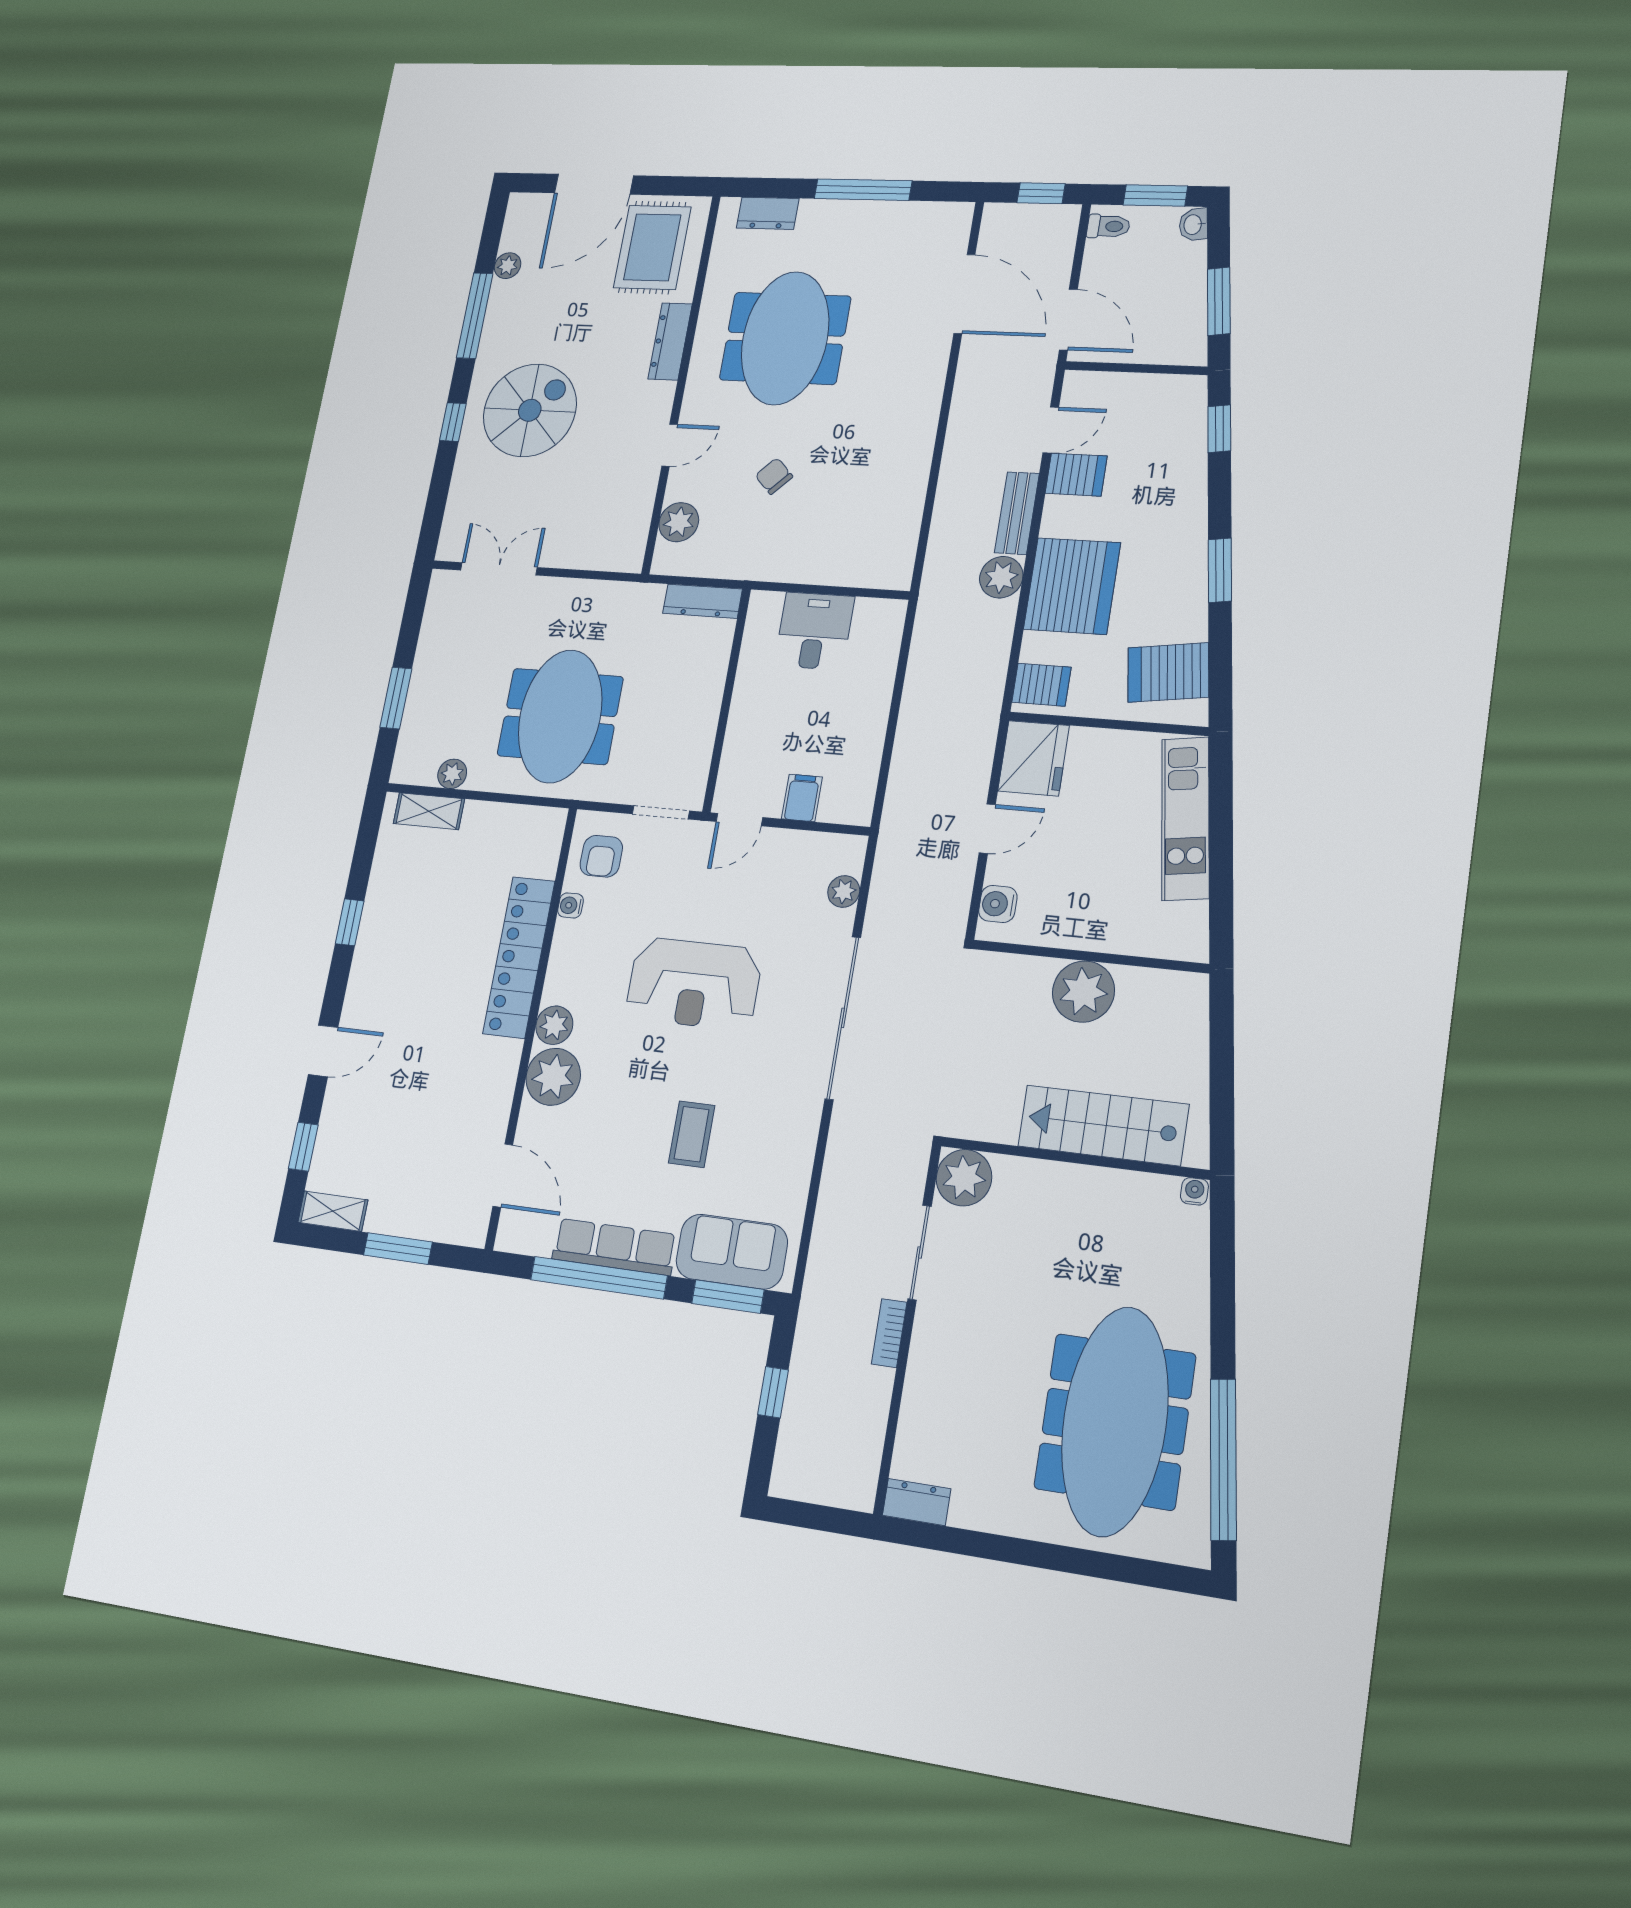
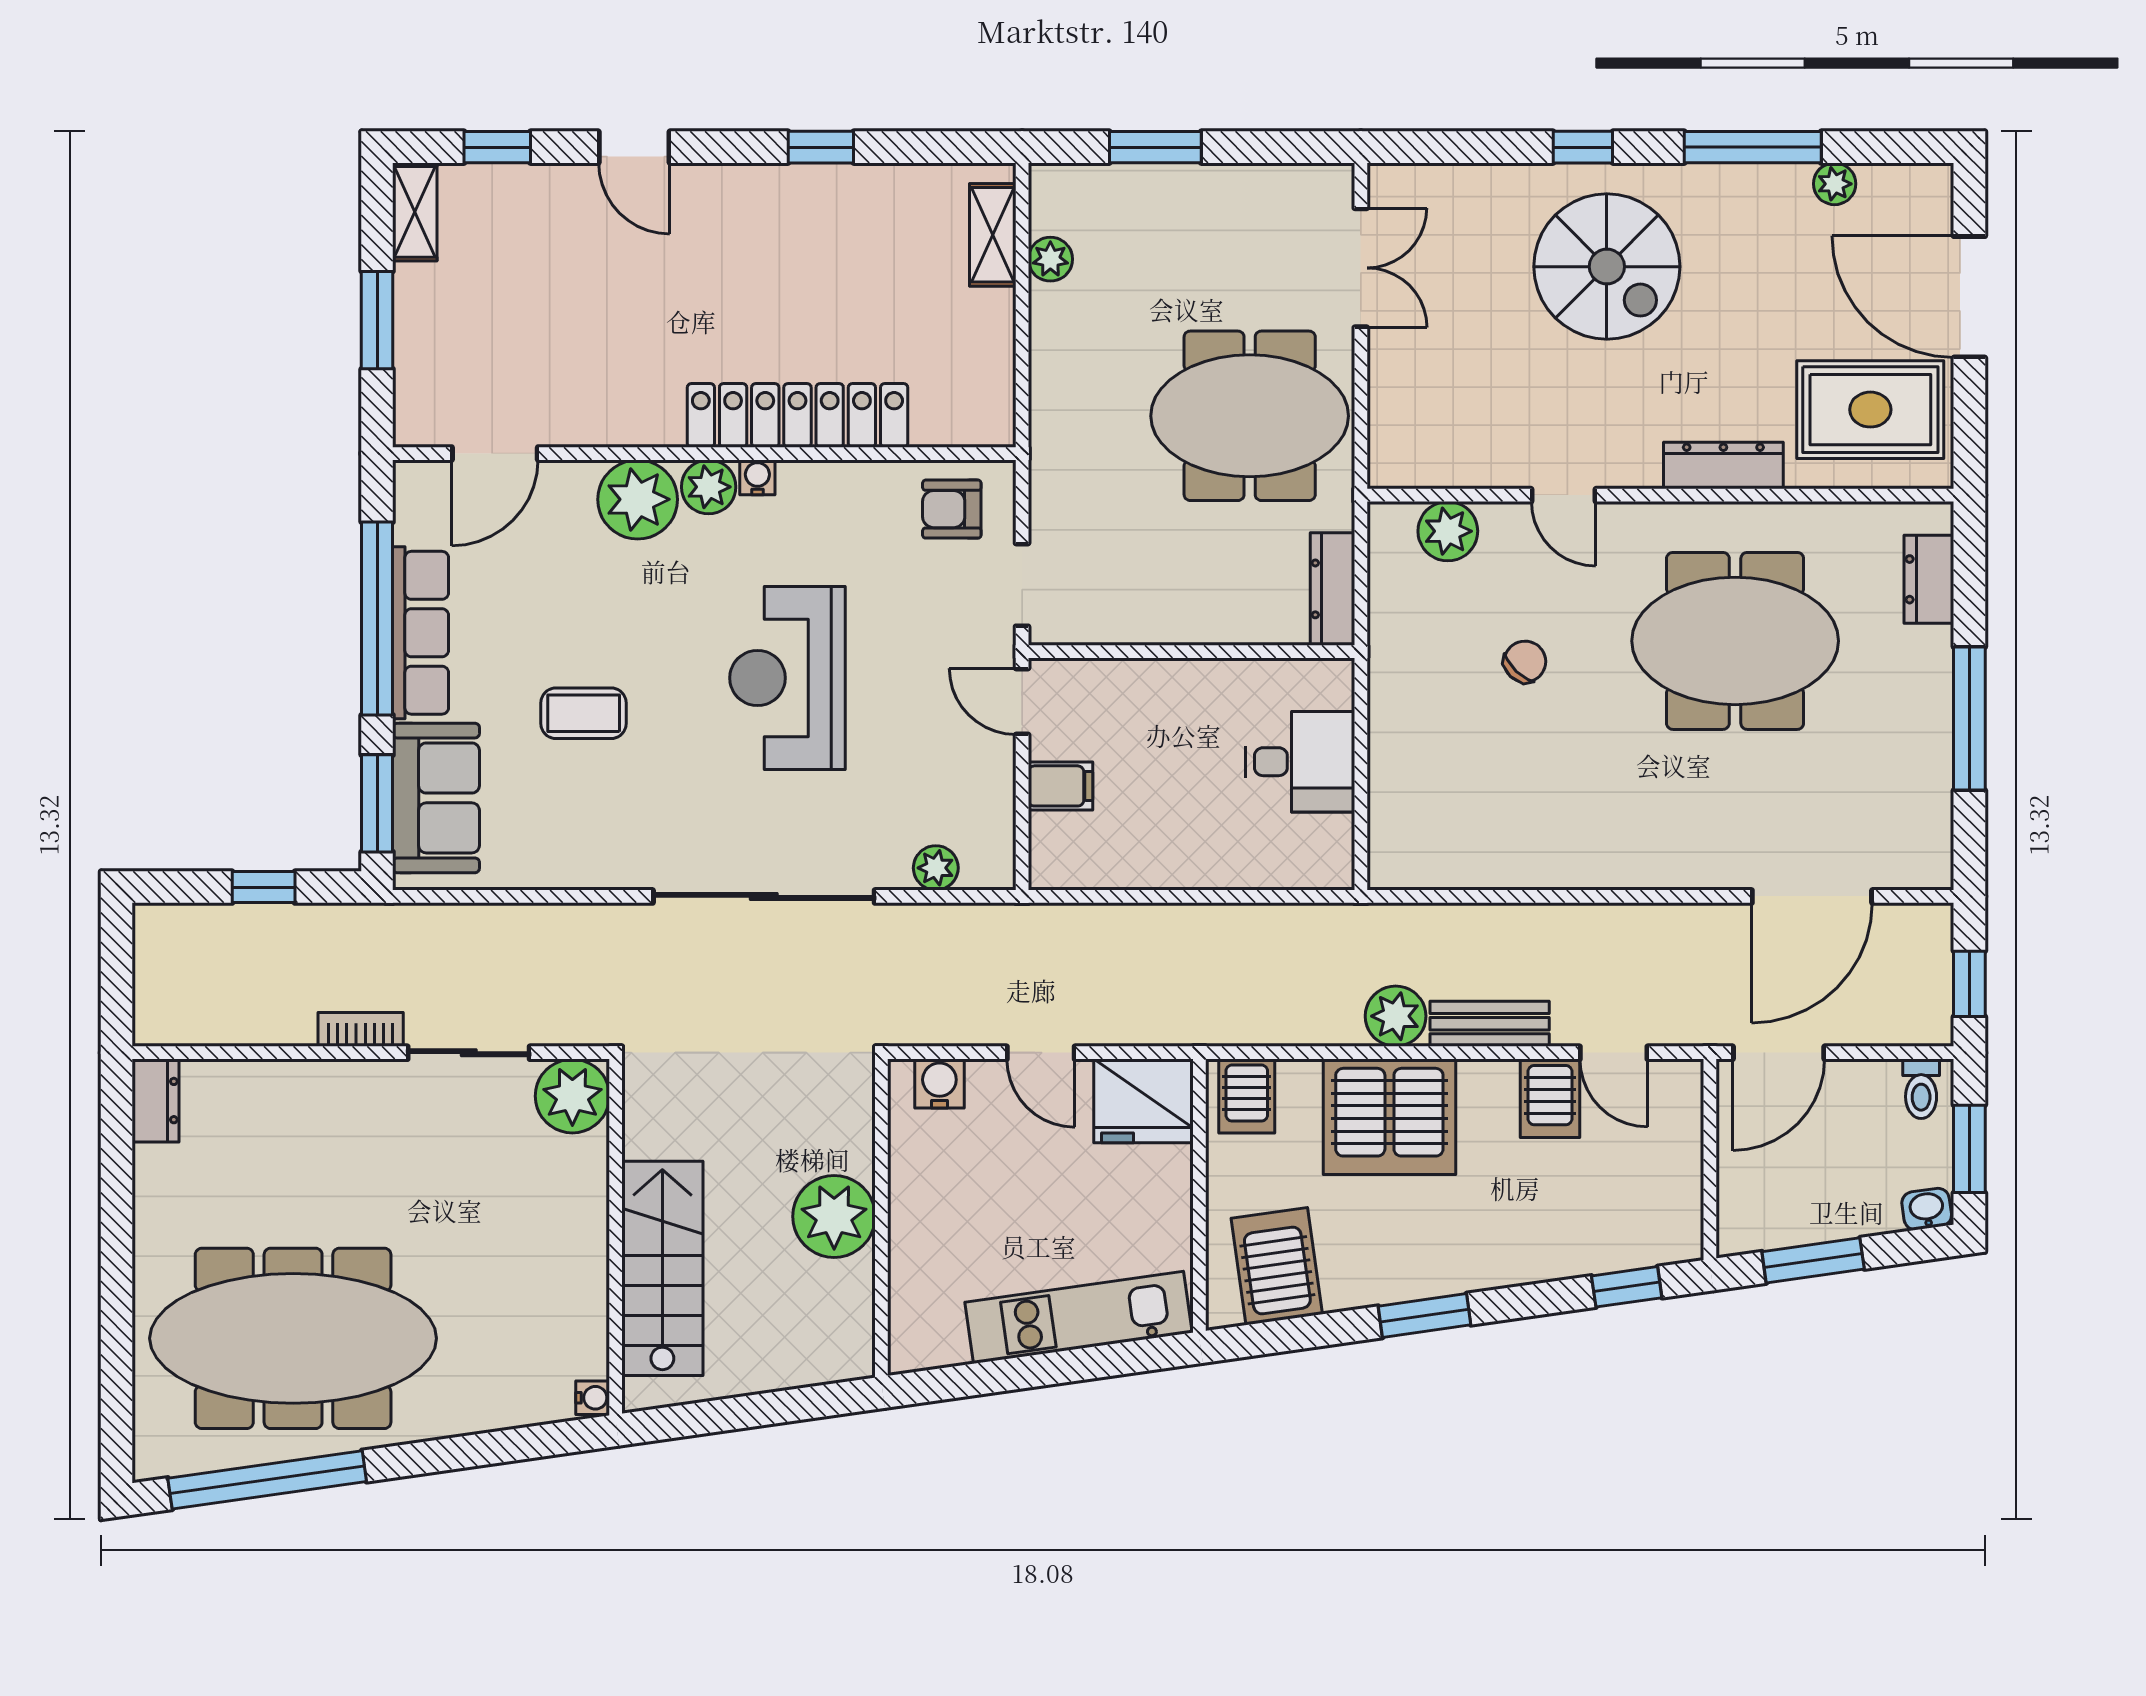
meeting table: (560, 716) -> (1250, 416), moved
water cooler: (571, 905) -> (757, 477), moved

